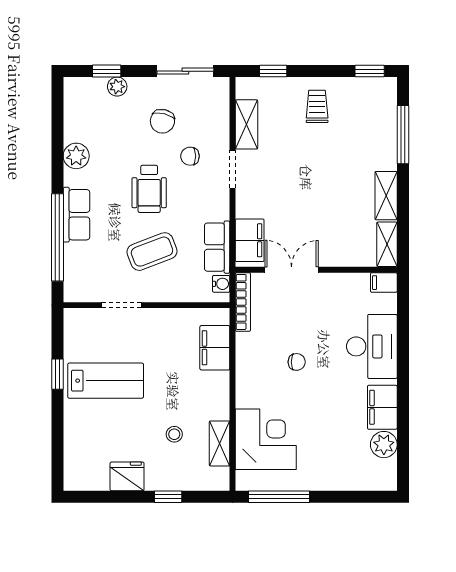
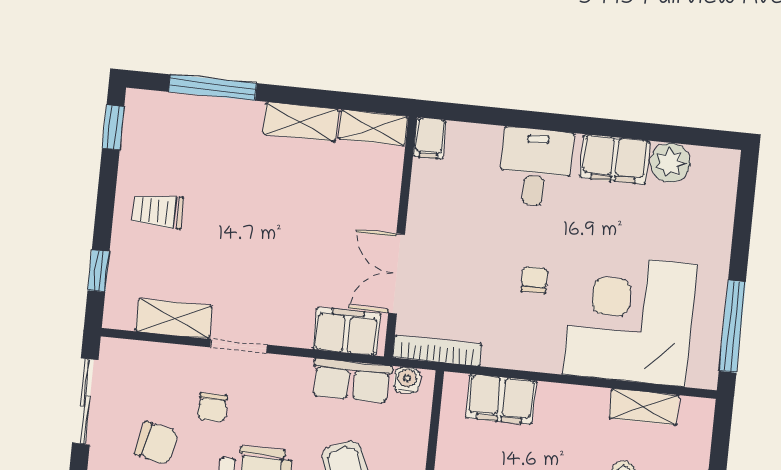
desk: (372, 346) -> (536, 167), width x0.73
corner desk: (266, 439) -> (630, 320), width x1.36, depth x1.36

